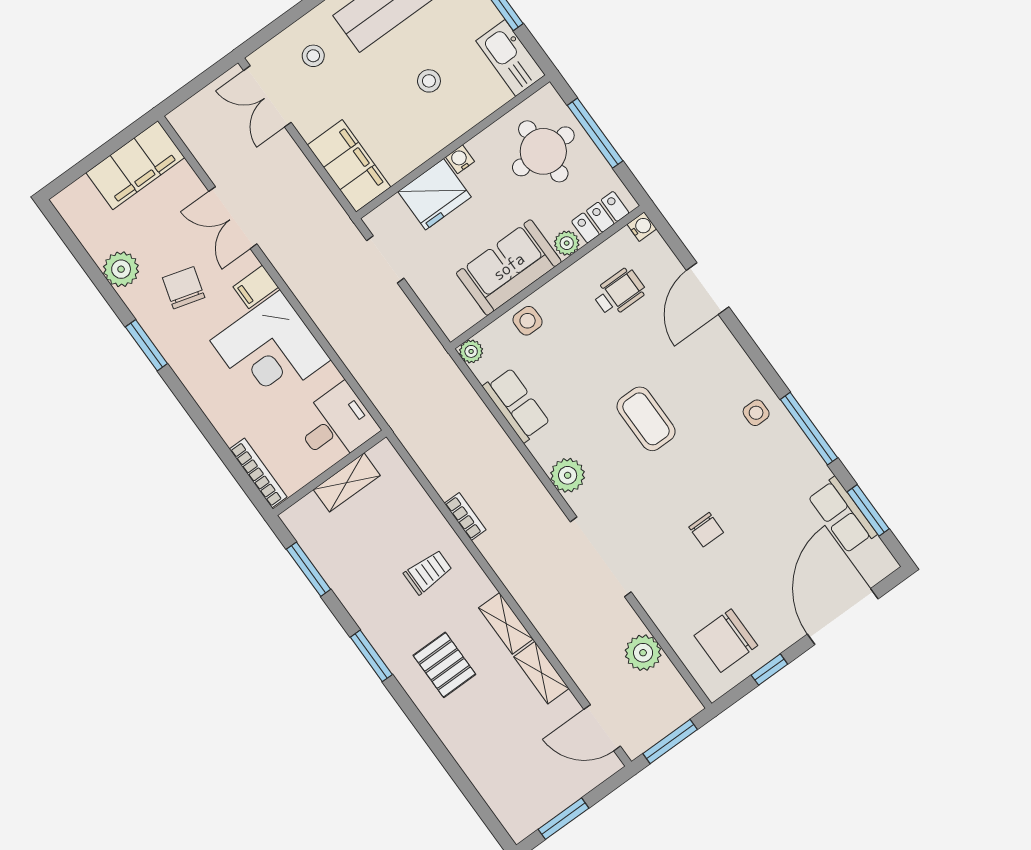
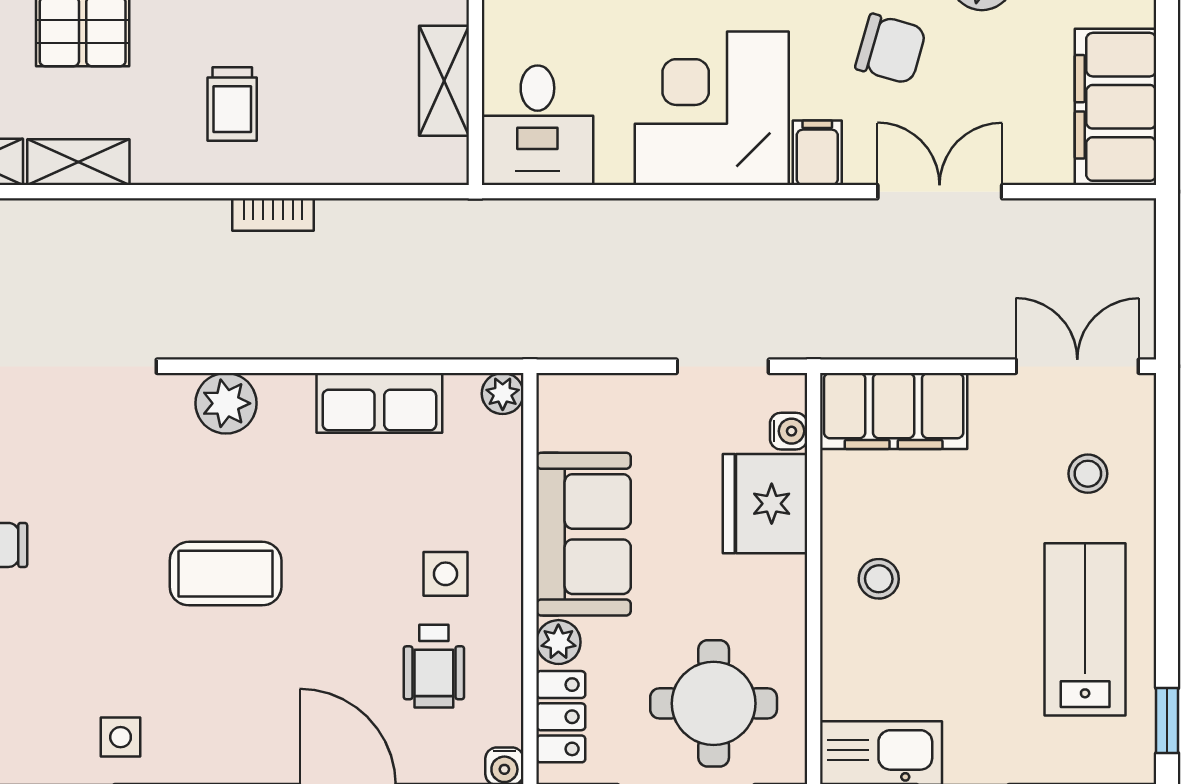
stool: (429, 81) -> (879, 579), moved
water cooler: (460, 159) -> (789, 431), moved
side table: (528, 321) -> (445, 574), moved

